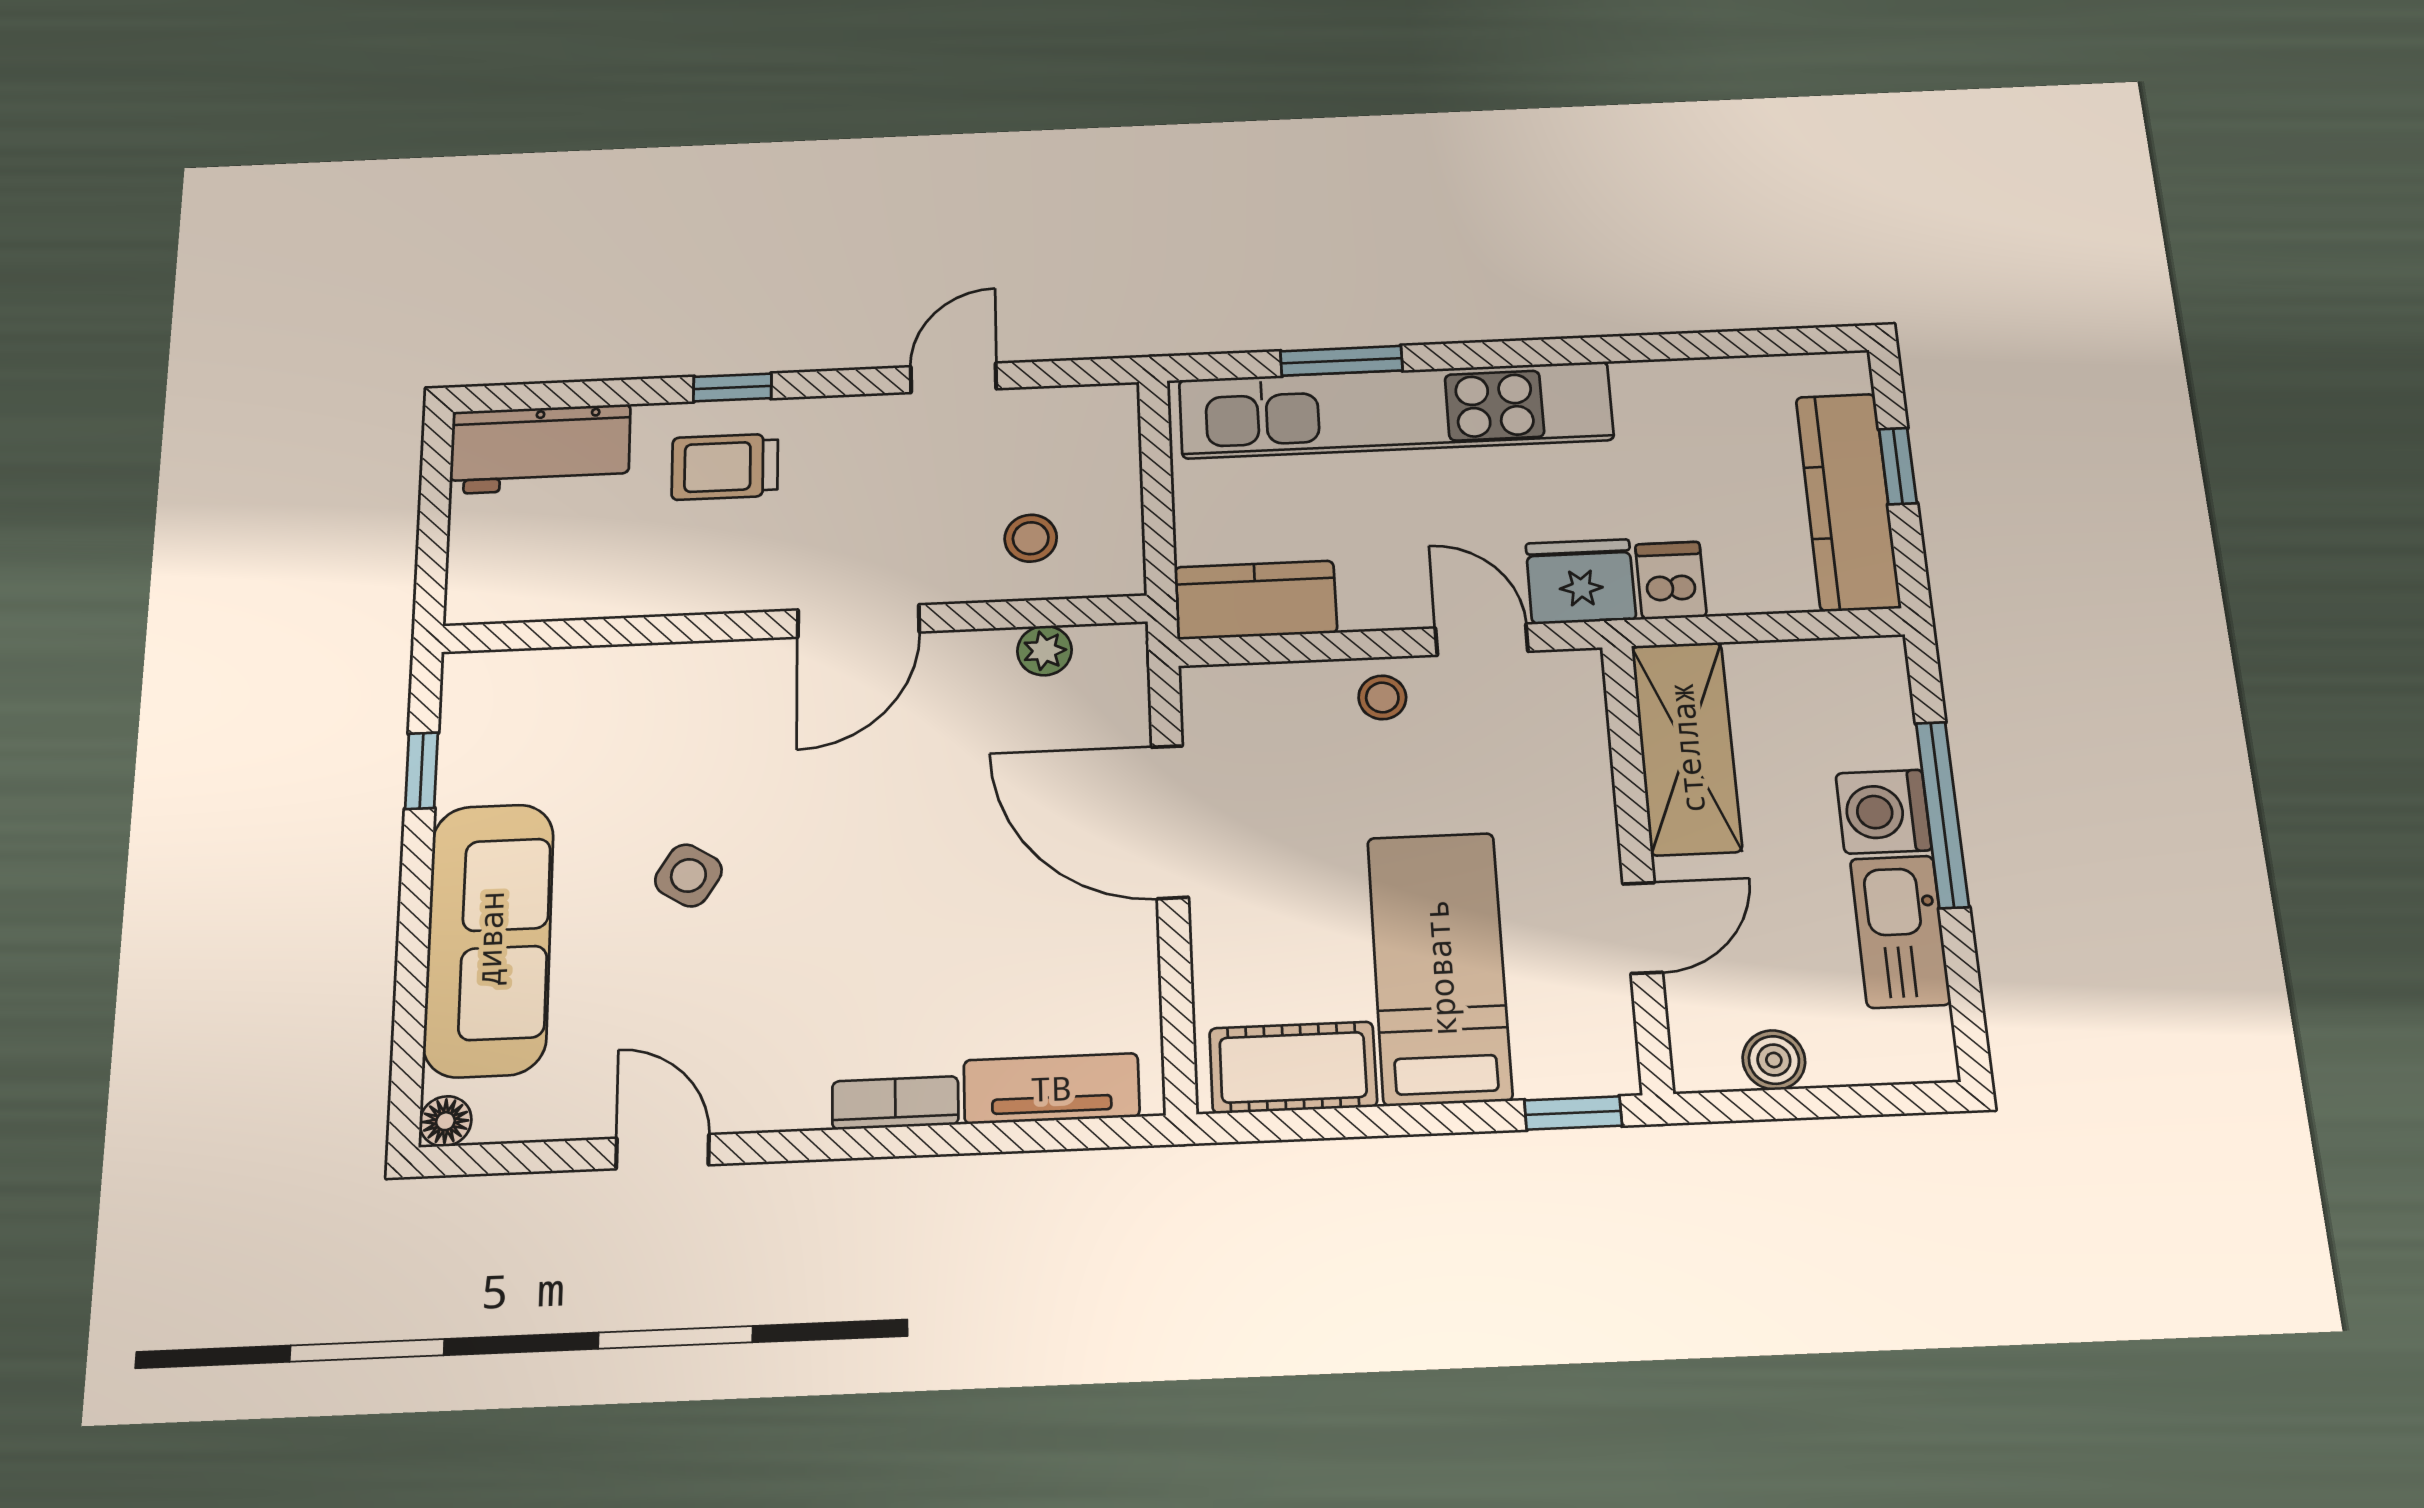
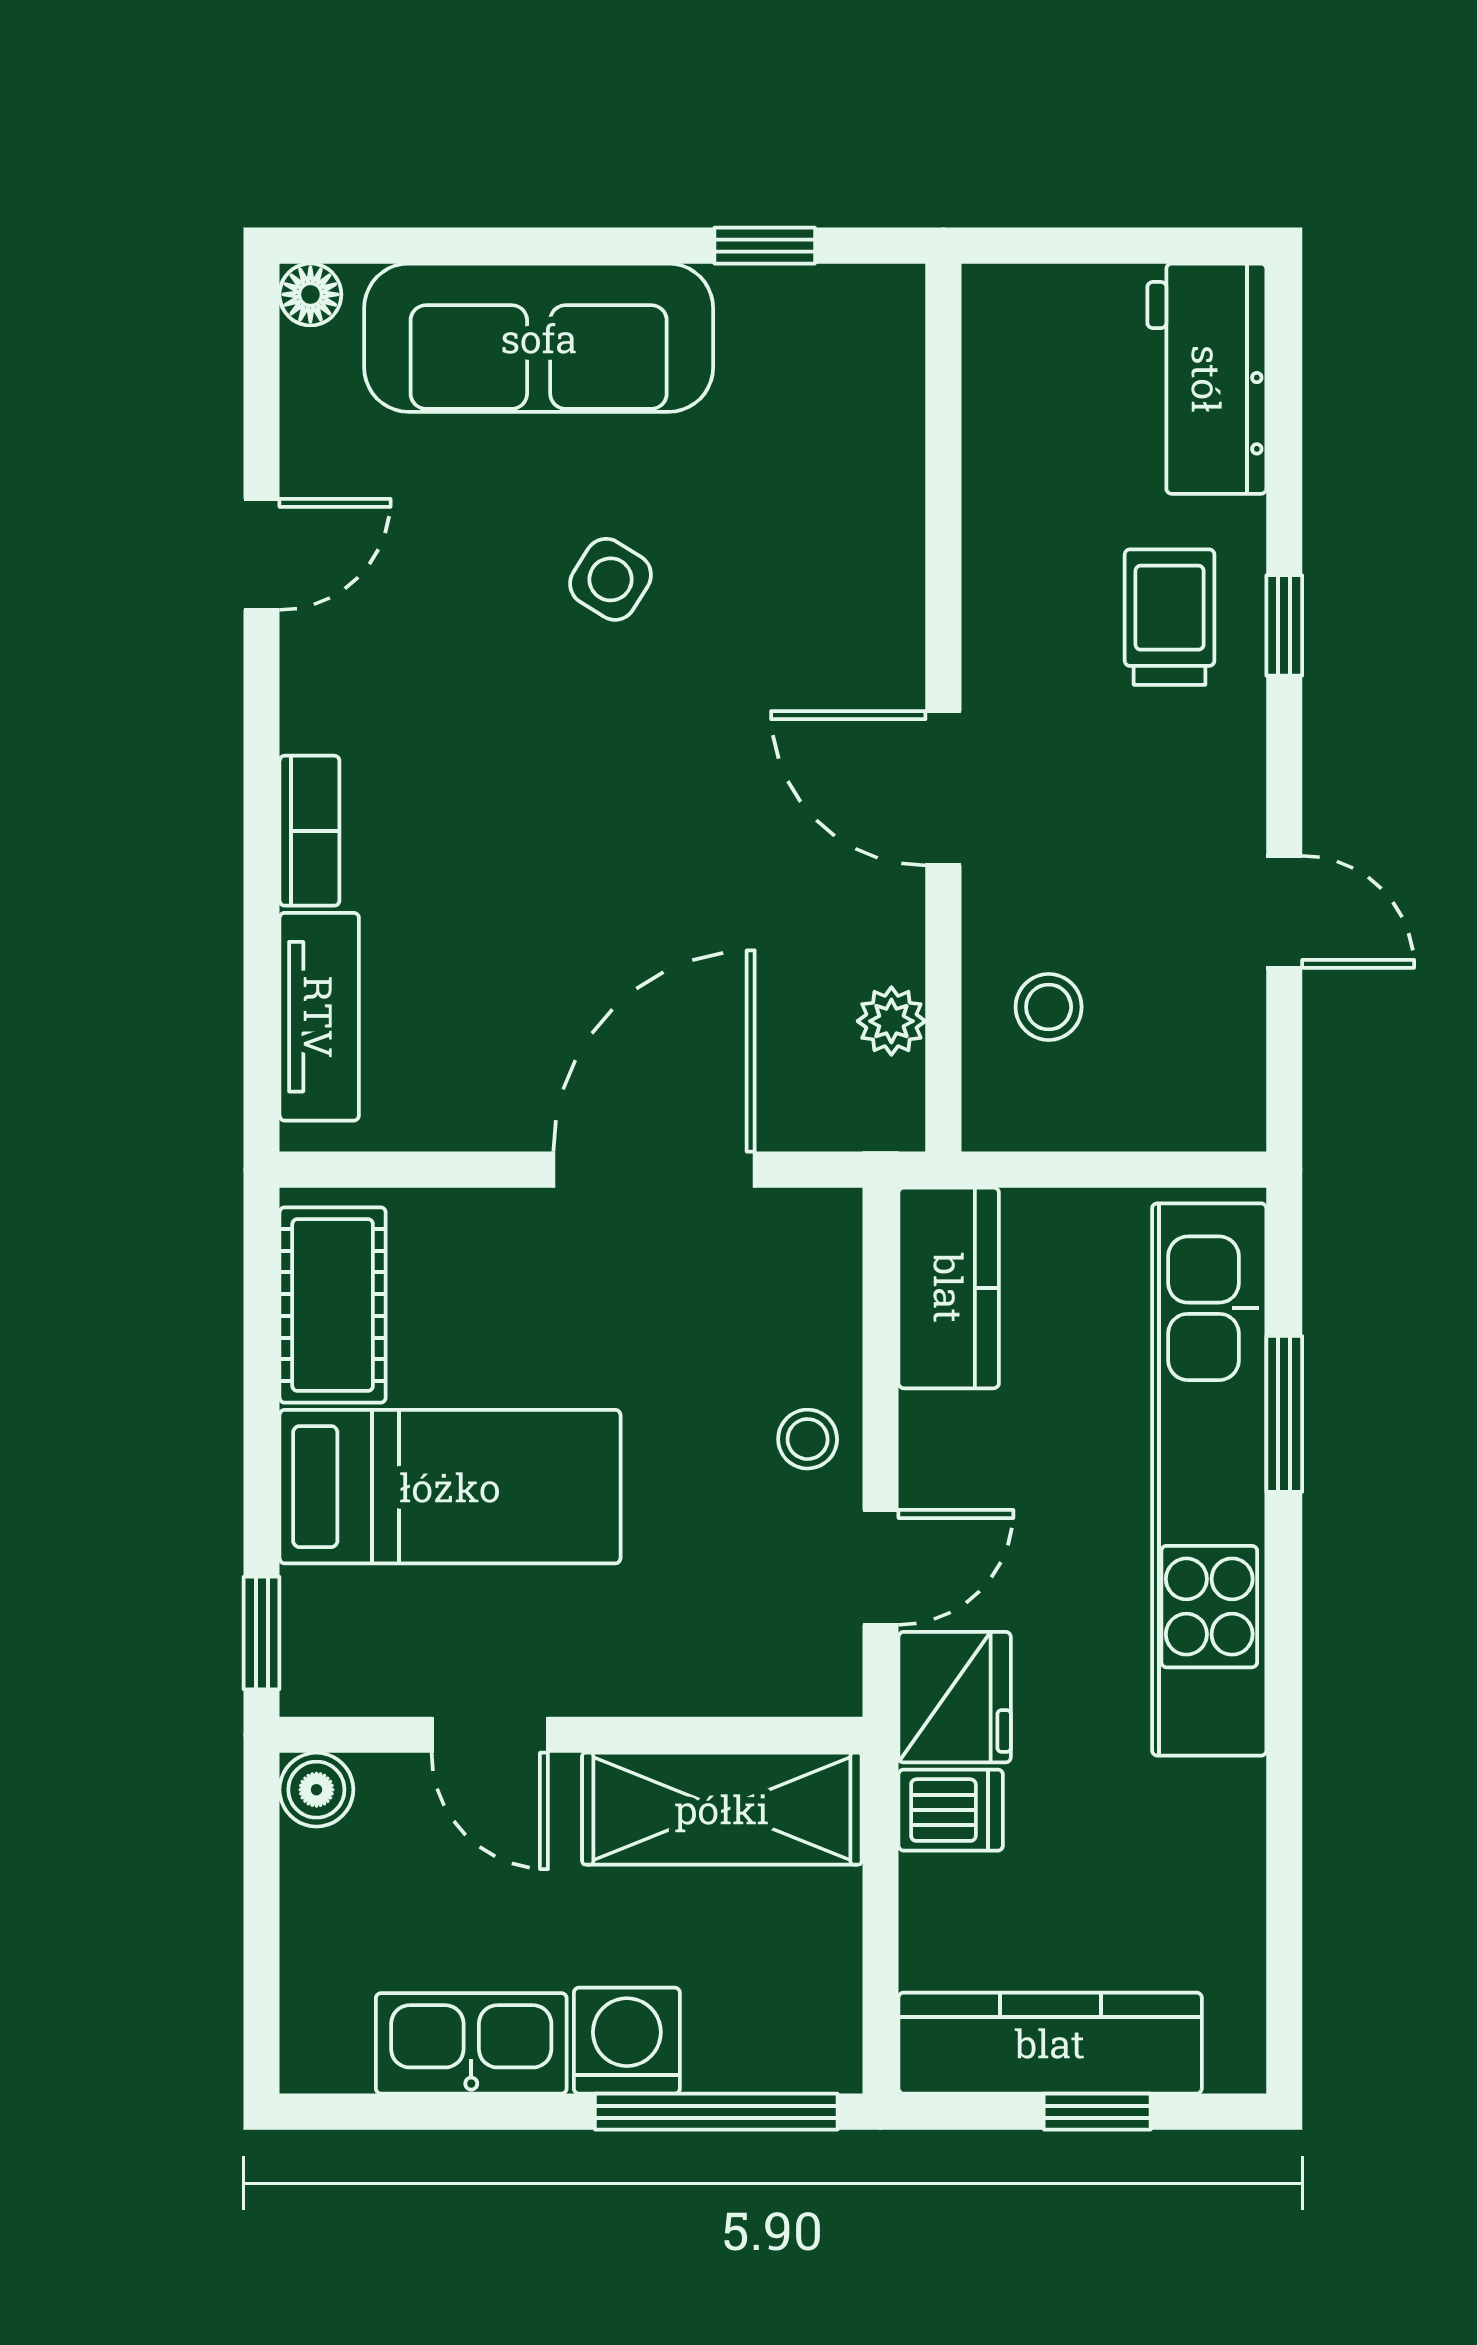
window: (1942, 814) -> (716, 2112), moved
boiler: (1774, 1060) -> (316, 1790), moved

